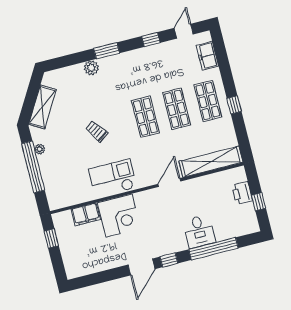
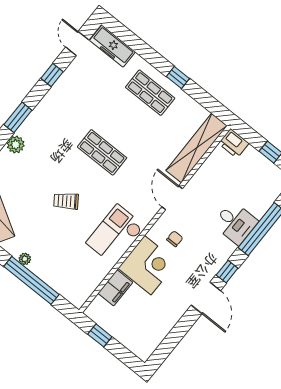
freezer: (207, 56) -> (113, 46), width x1.40
shop shelf: (177, 109) -> (126, 122), removed
printer: (242, 193) -> (234, 143), moved
chair: (150, 211) -> (175, 239), added

